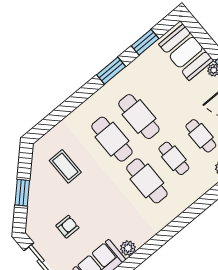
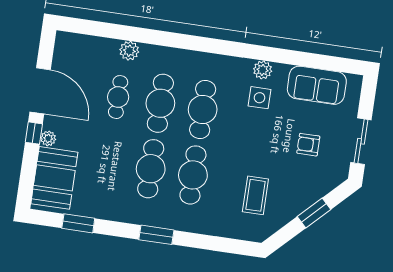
window: (111, 71) -> (156, 235), moved
cafe table: (174, 158) -> (160, 103), width x1.37, depth x1.35
side table: (123, 222) -> (259, 98), added
plant: (128, 248) -> (263, 70), moved

